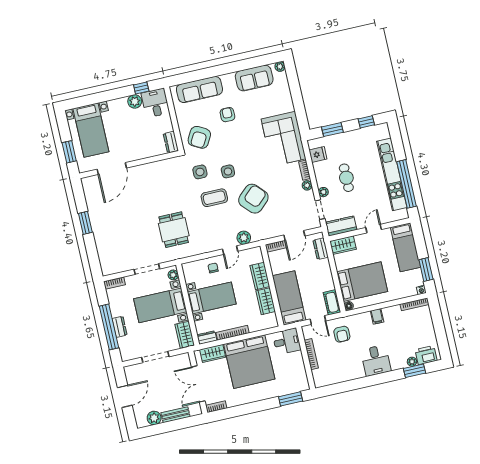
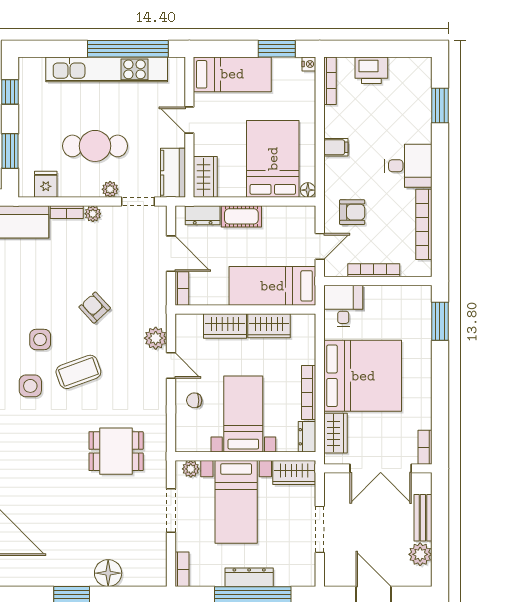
cafe table: (346, 178) -> (95, 146), width x1.37, depth x1.35
coffee table: (214, 198) -> (78, 372), turned 70
armchair: (253, 199) -> (95, 308), width x0.53, depth x0.53
floor lamp: (103, 241) -> (108, 573), added
cot: (332, 302) -> (241, 216), moved
dresser: (120, 327) -> (249, 577), width x1.44
printer: (426, 355) -> (371, 70), moved, turned -90
plant: (412, 362) -> (424, 106), removed
bookcase: (344, 377) -> (424, 224), added

